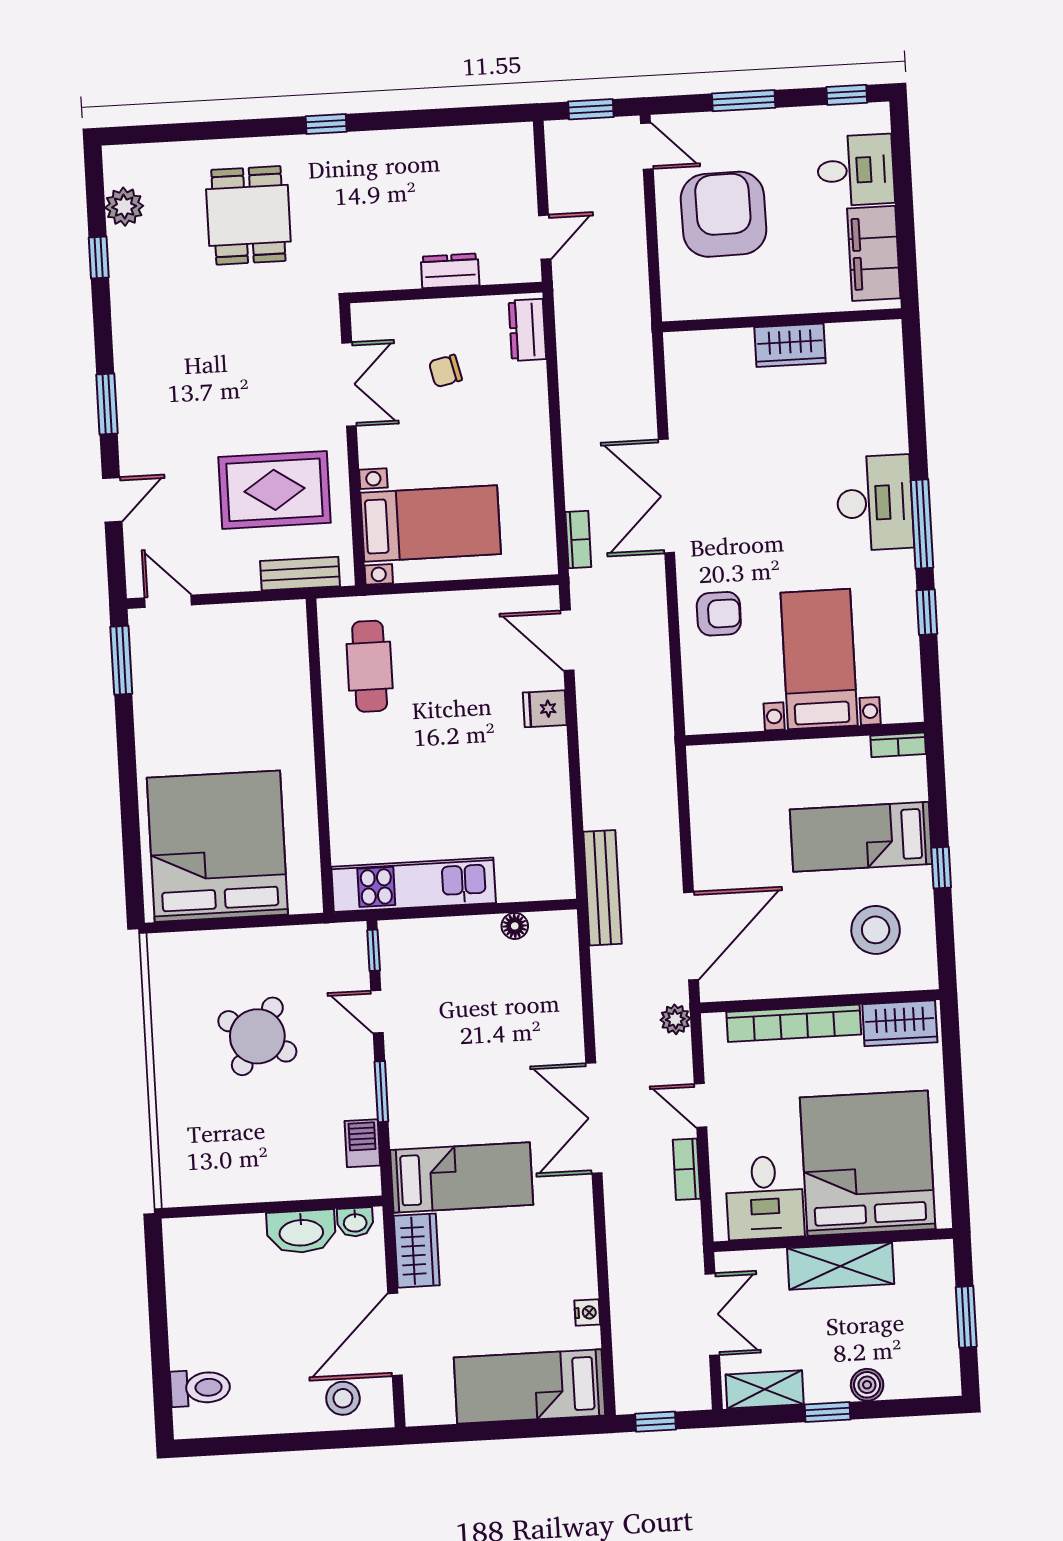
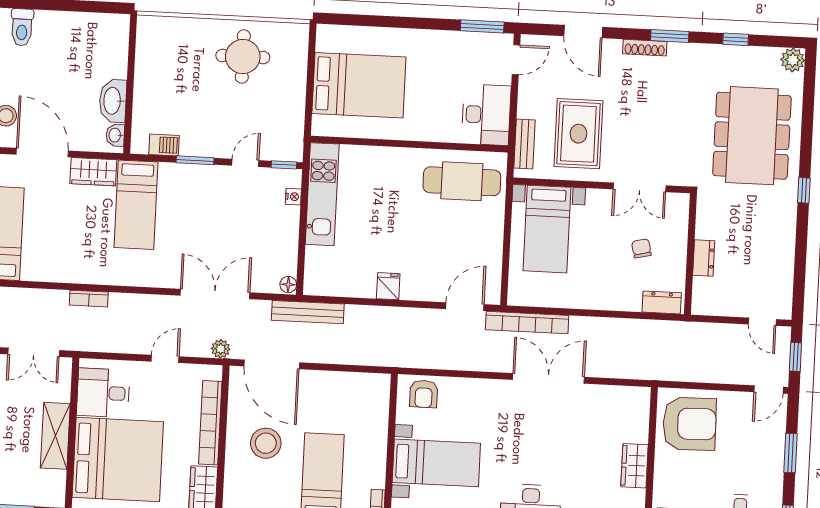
plant: (124, 207) -> (793, 60), moved
armchair: (724, 214) -> (690, 424), moved
dining table: (248, 215) -> (752, 136), width x1.88, depth x1.24
door: (545, 237) -> (762, 322), moved
shoe rack: (127, 400) -> (645, 48), added
window: (107, 404) -> (670, 36), moved
door: (112, 500) -> (583, 32), width x1.38
bookcase: (578, 539) -> (527, 323), width x2.31, depth x1.31
armchair: (719, 614) -> (424, 394), moved
desk: (260, 639) -> (486, 115), added
cafe table: (370, 666) -> (462, 181), width x1.37, depth x1.35
fridge: (545, 709) -> (388, 286), moved
bed: (217, 846) -> (359, 85), width x0.73
floor lamp: (515, 926) -> (288, 285), moved
stool: (876, 930) -> (266, 443), moved
round table: (257, 1036) -> (243, 57), moved, turned -31
double door: (594, 1118) -> (215, 294), moved
bookcase: (687, 1169) -> (89, 299), moved, turned 180
nightstand: (587, 1312) -> (293, 197), moved, turned -90

